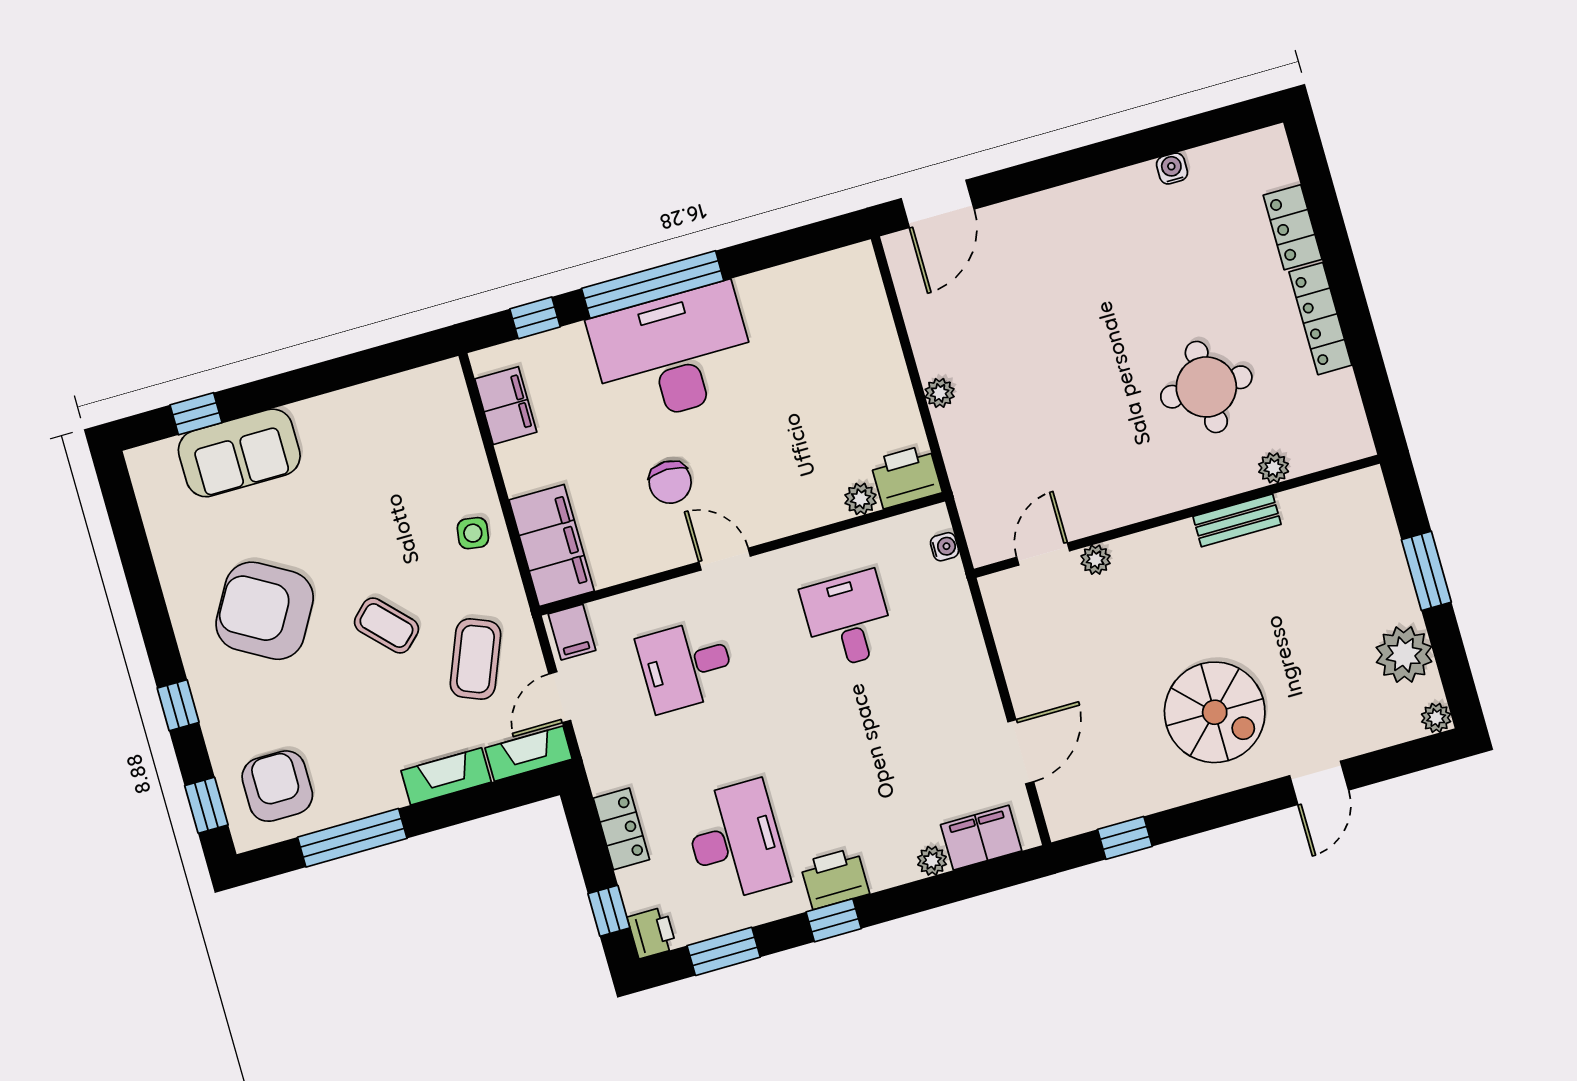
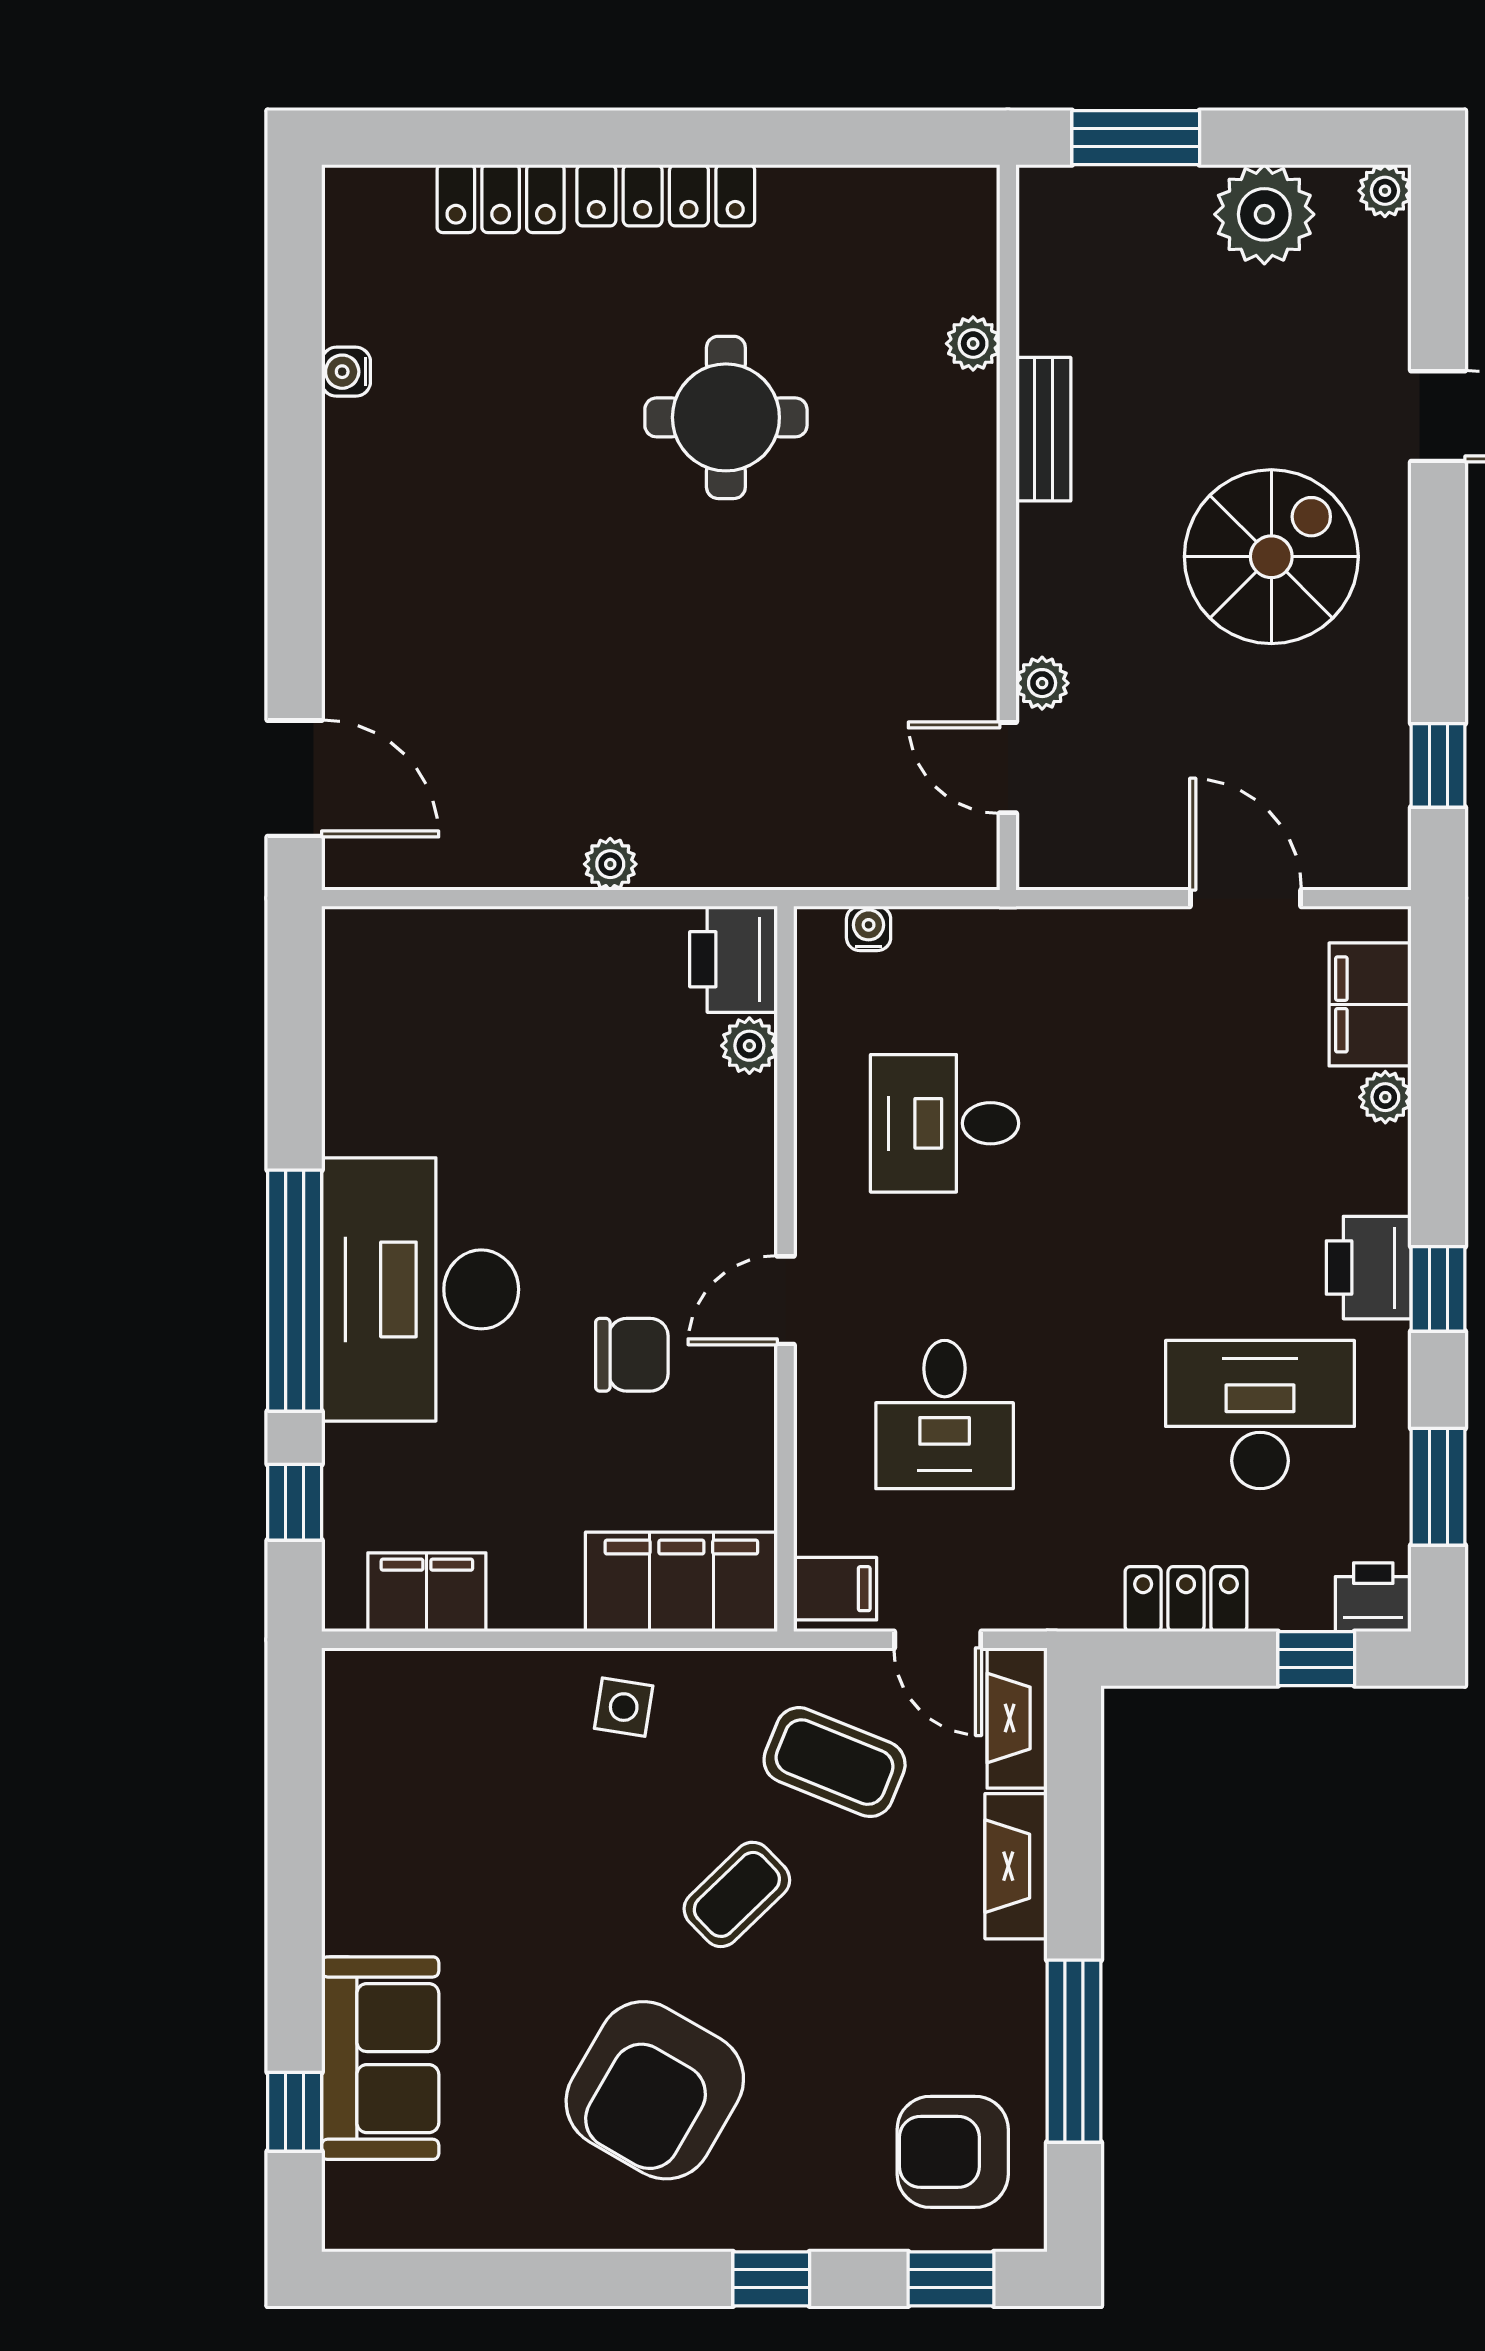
plant: (1274, 468) -> (973, 344), moved
wall: (1177, 516) -> (1008, 527), moved
bench: (1237, 520) -> (1043, 429), moved
door: (1043, 554) -> (1008, 768), moved
plant: (1096, 560) -> (1042, 683), moved

